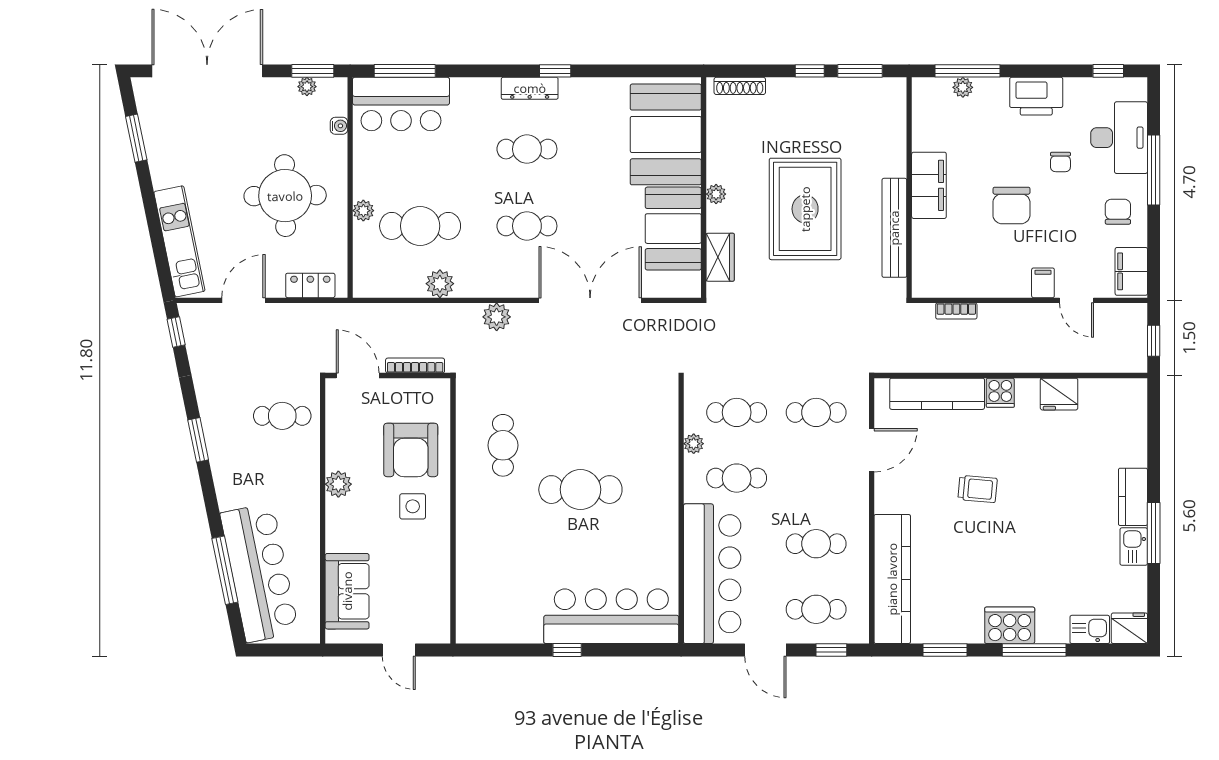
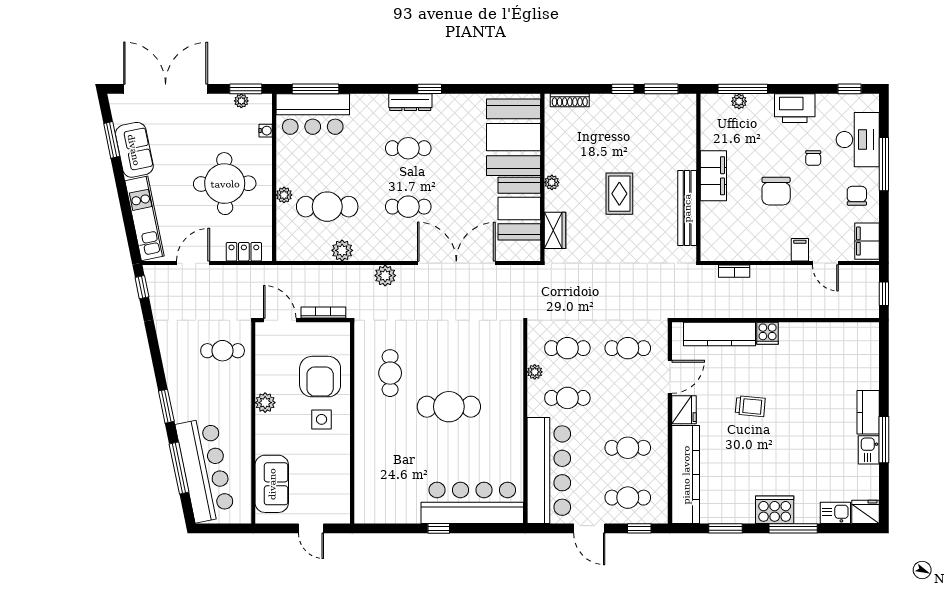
sofa: (166, 151) -> (134, 150), added
rug: (805, 209) -> (619, 194), width x0.54, depth x0.49
fridge: (1059, 394) -> (684, 410), moved, turned -90
window: (198, 440) -> (166, 406), moved

